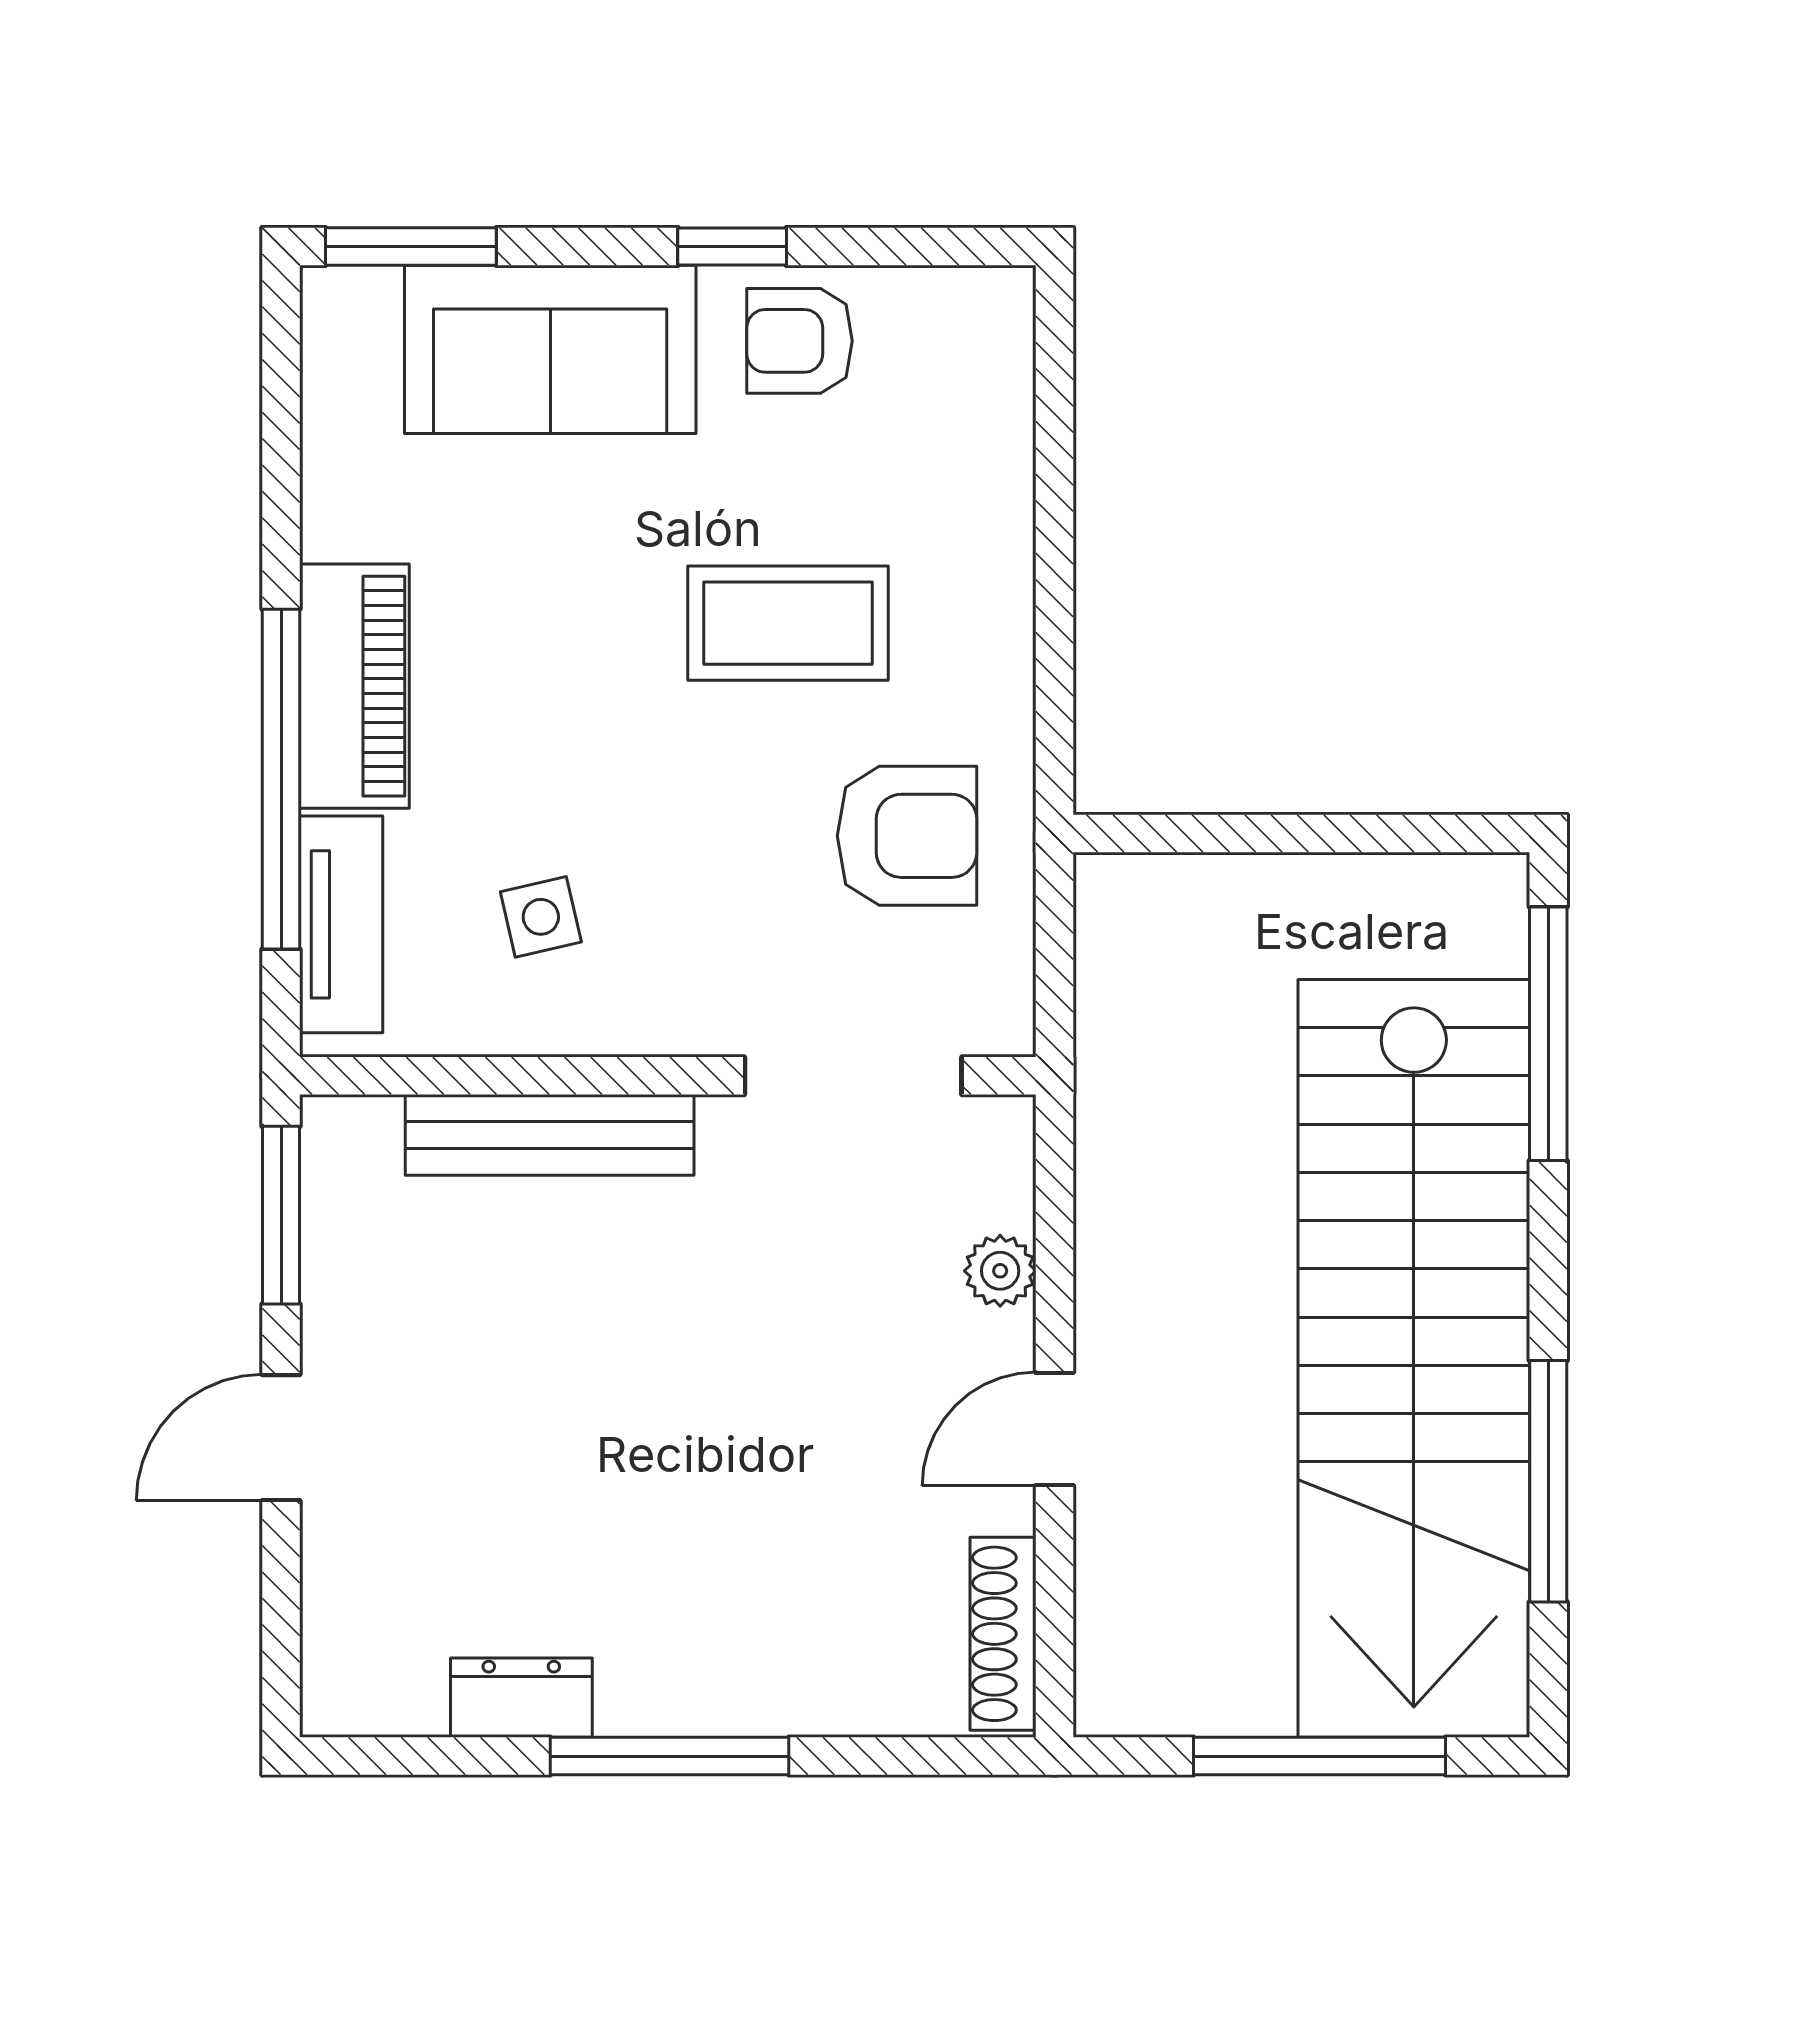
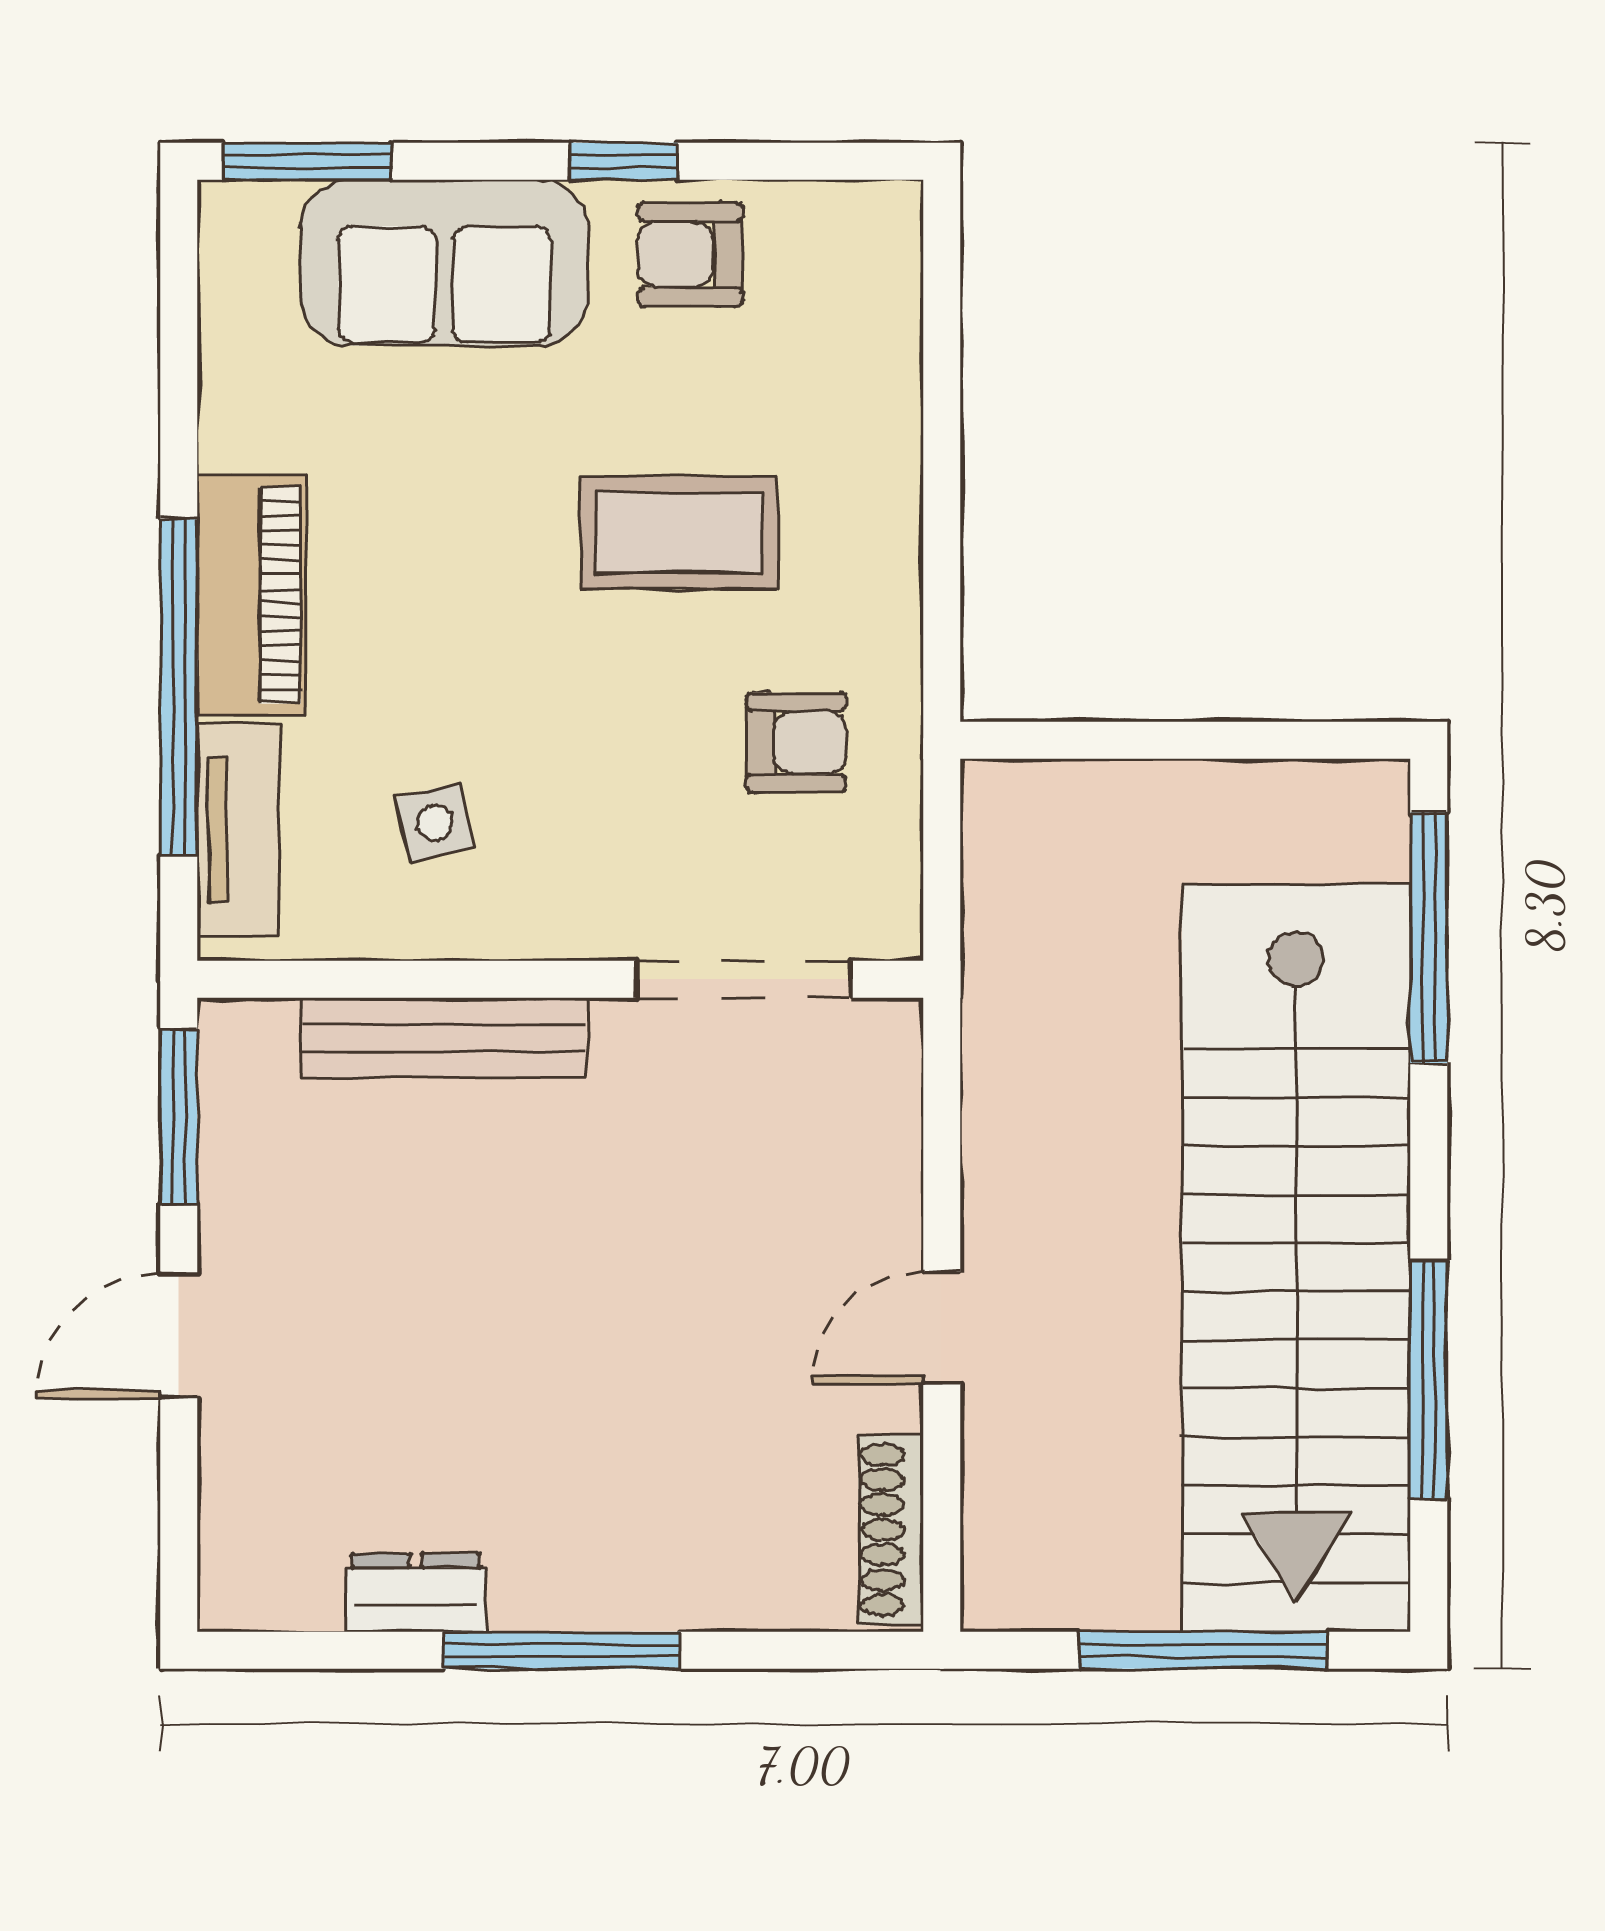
armchair: (907, 836) -> (796, 743), width x0.72, depth x0.72
plant: (1000, 1271) -> (888, 1172), removed

